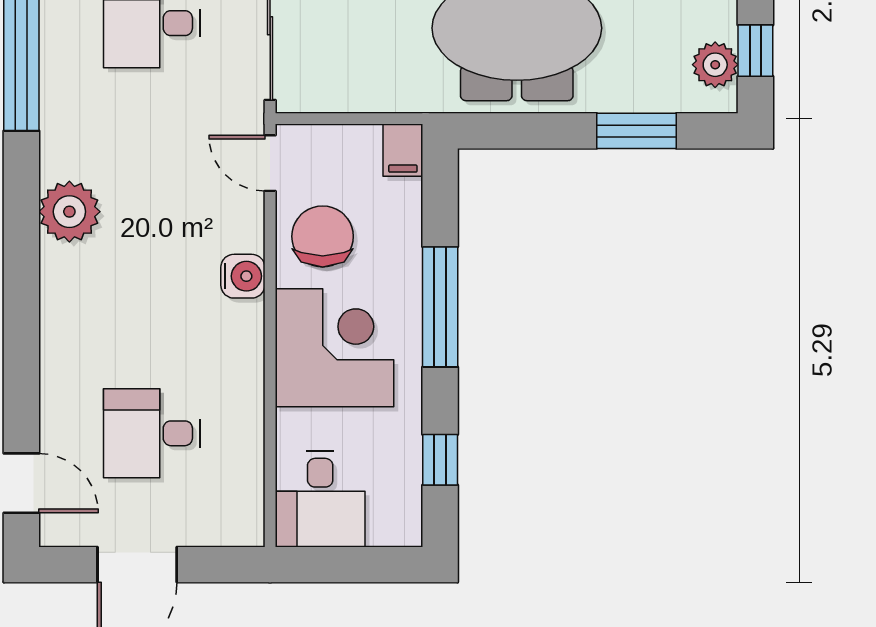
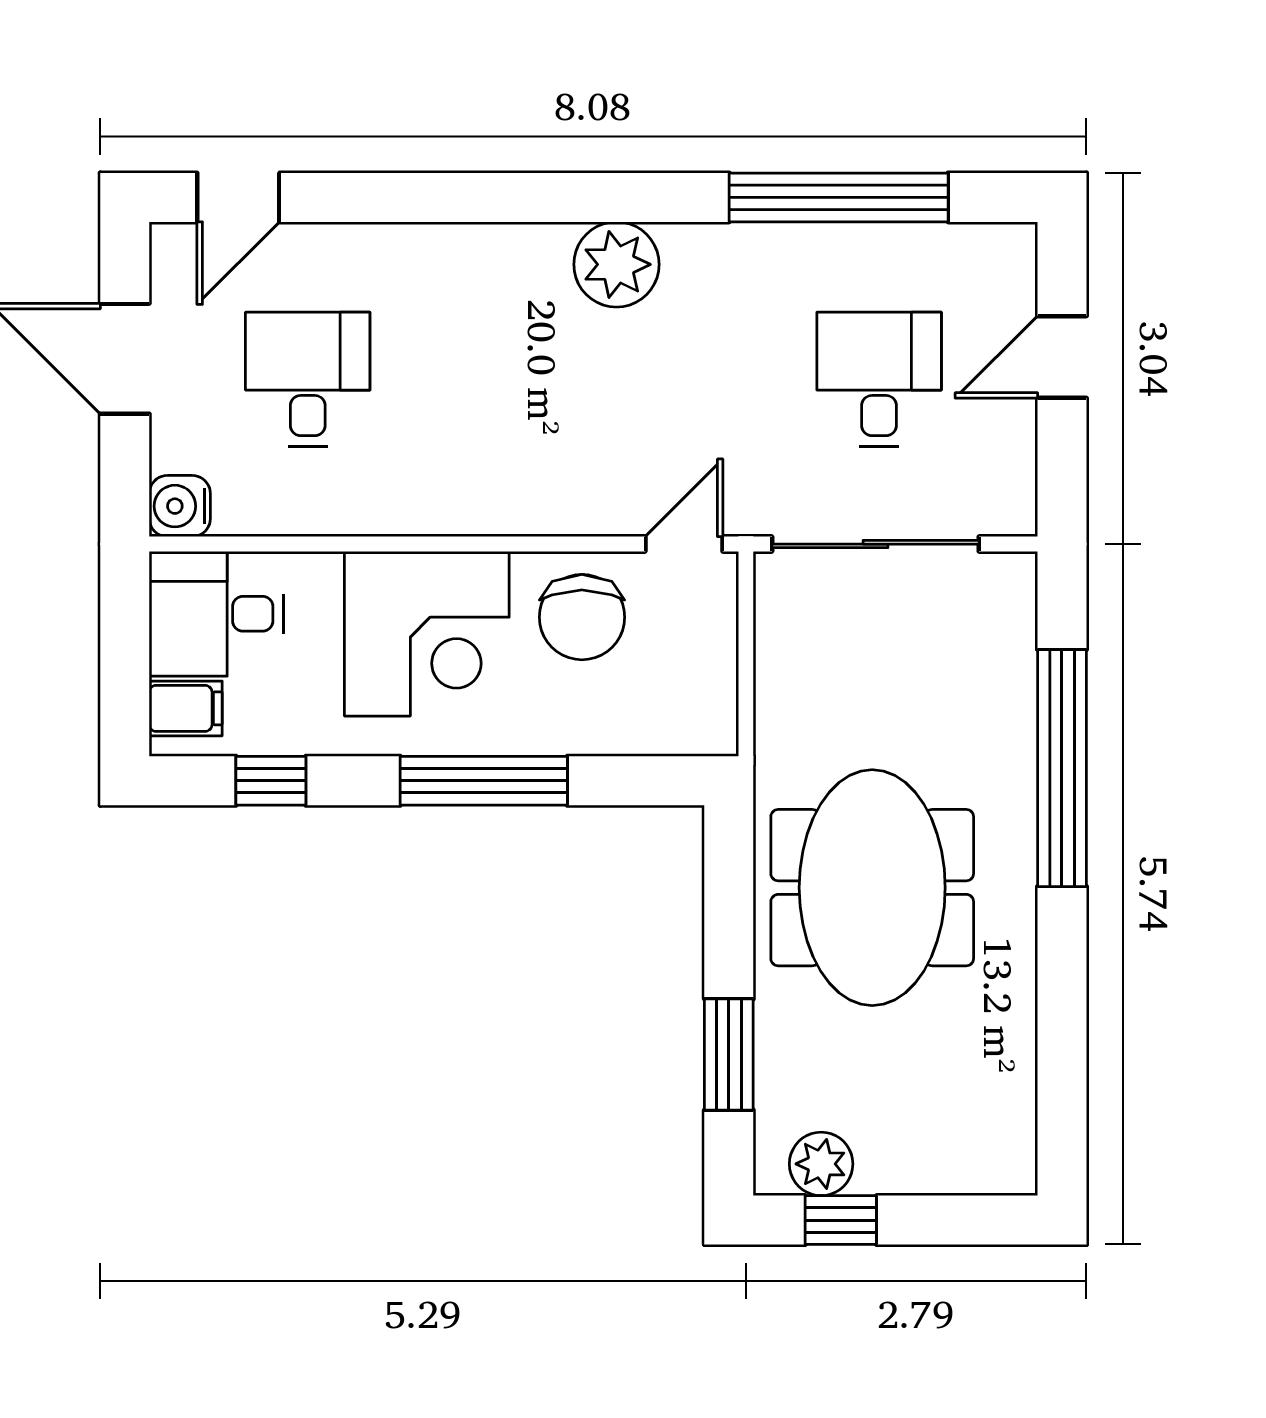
filing cabinet: (403, 150) -> (186, 708), moved, turned 180
chair: (323, 236) -> (582, 617), turned 90
water cooler: (243, 276) -> (180, 506), moved, turned 90

